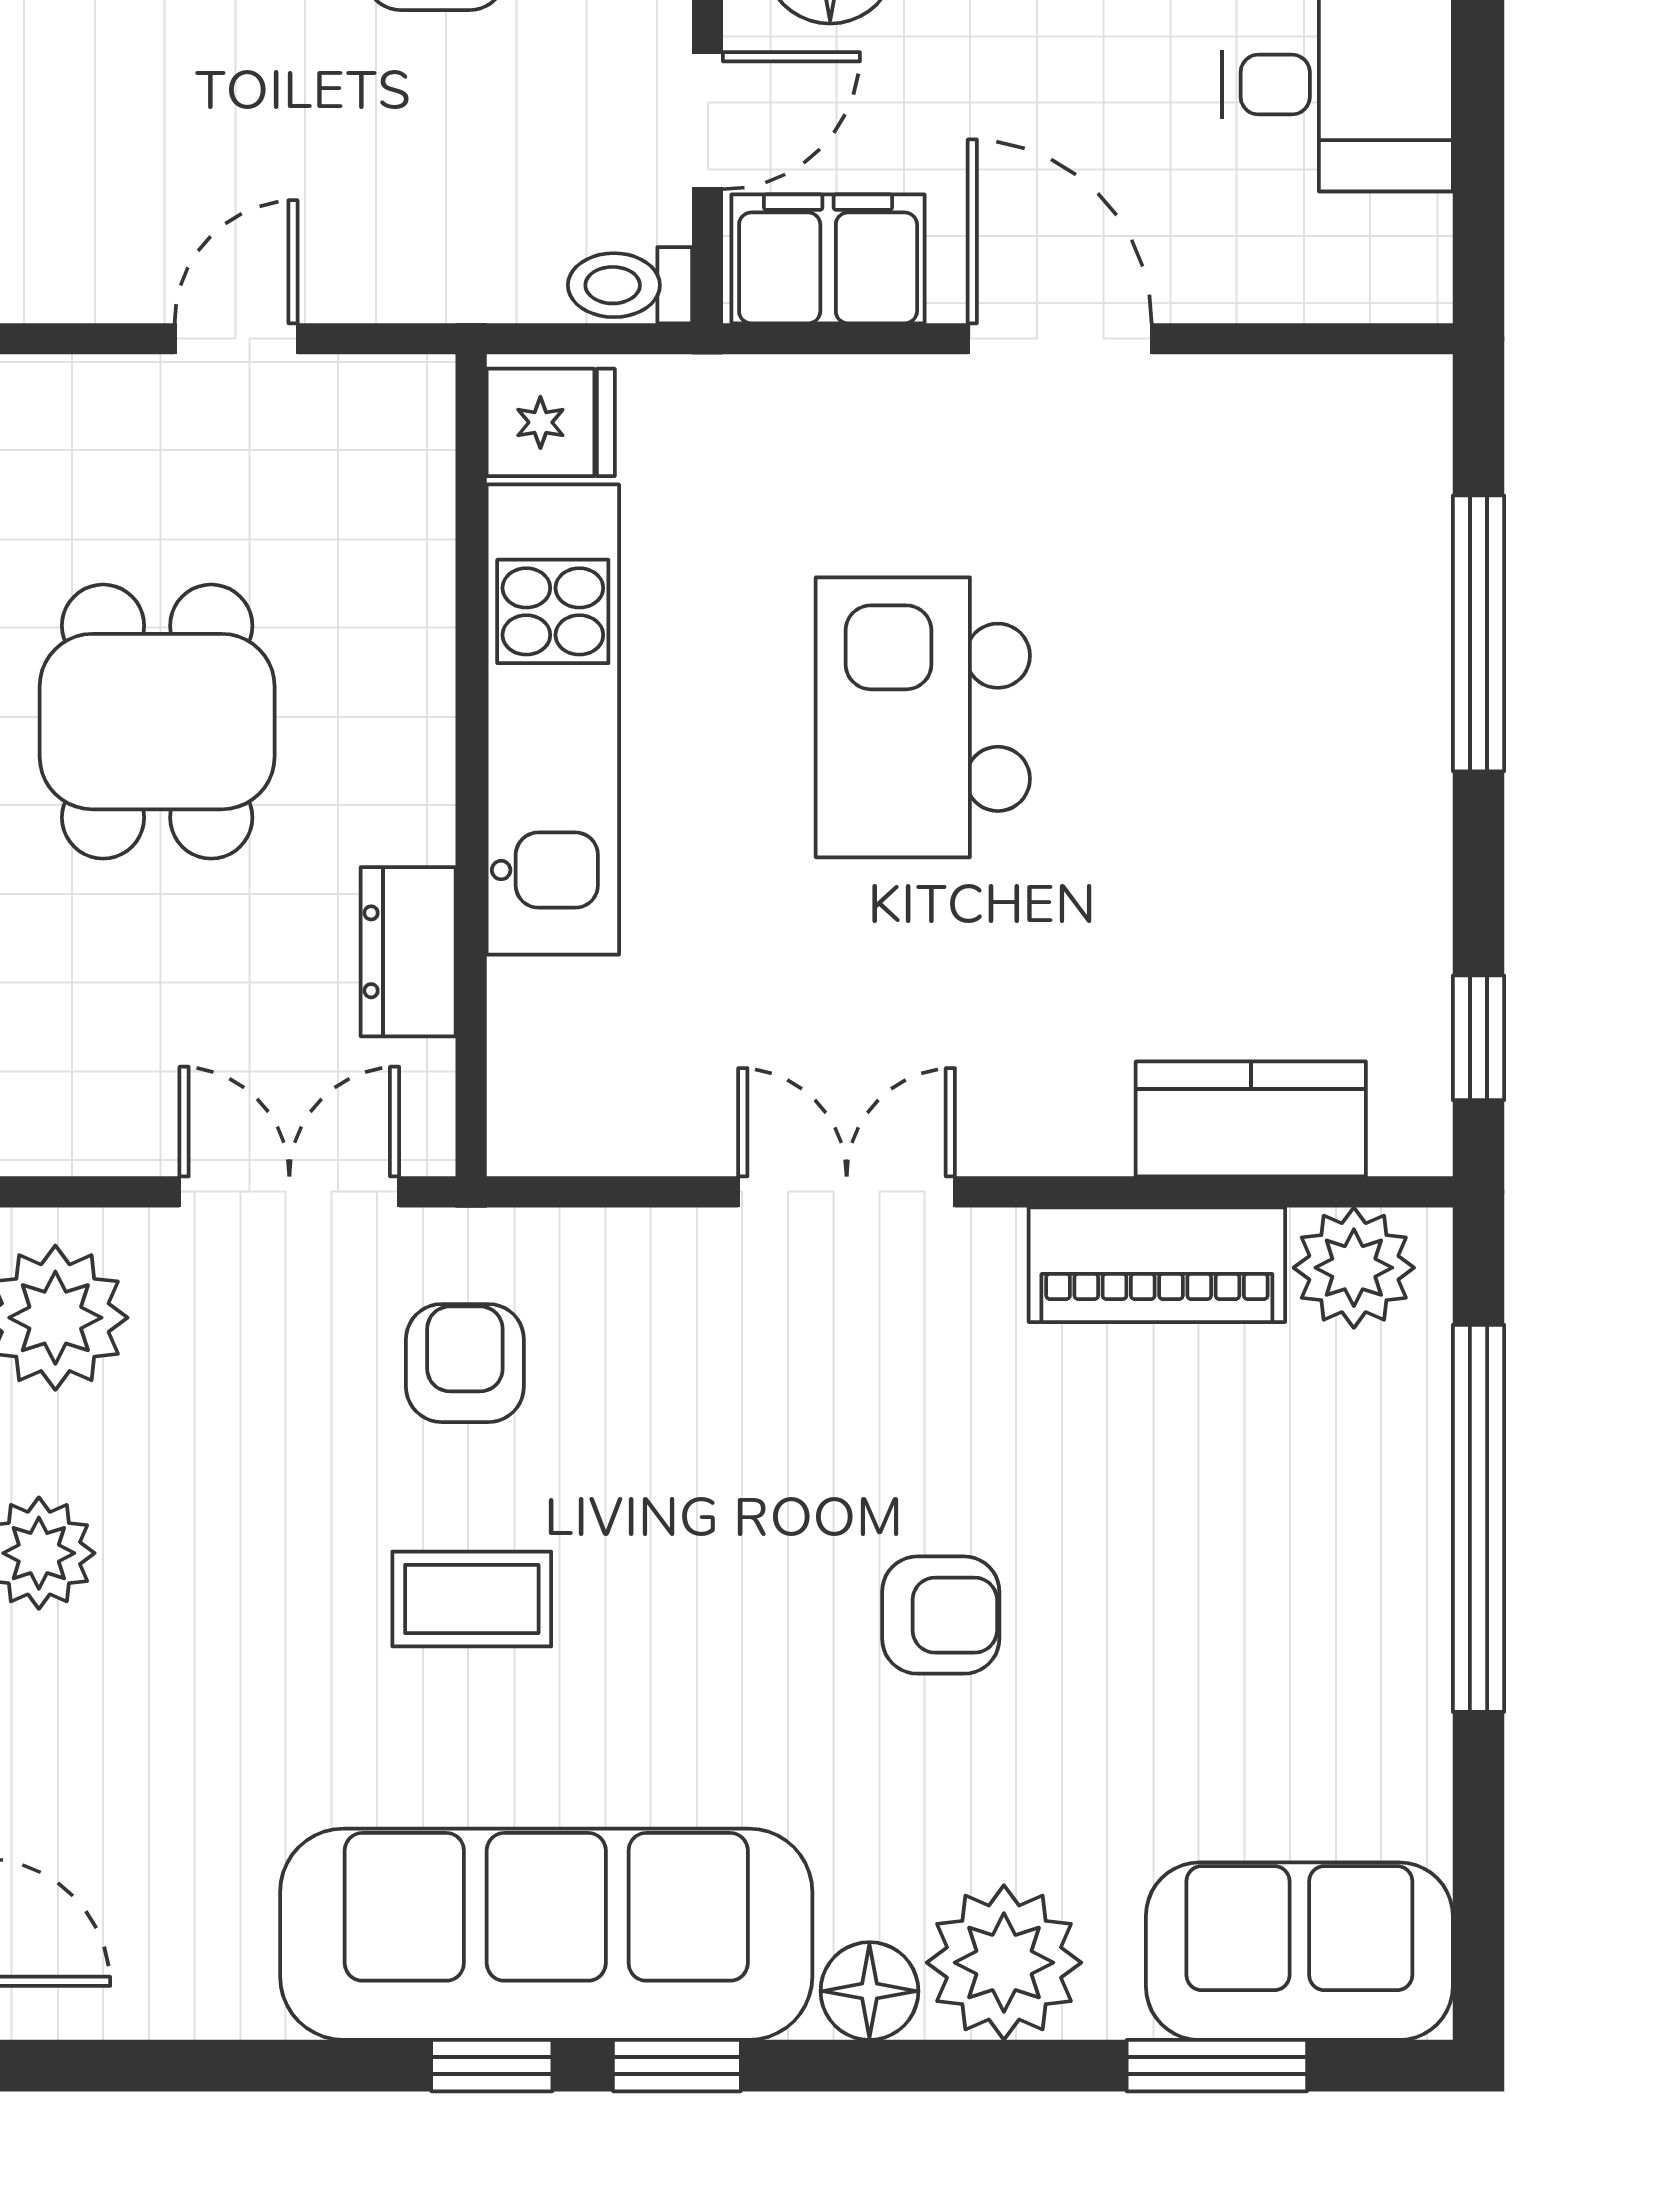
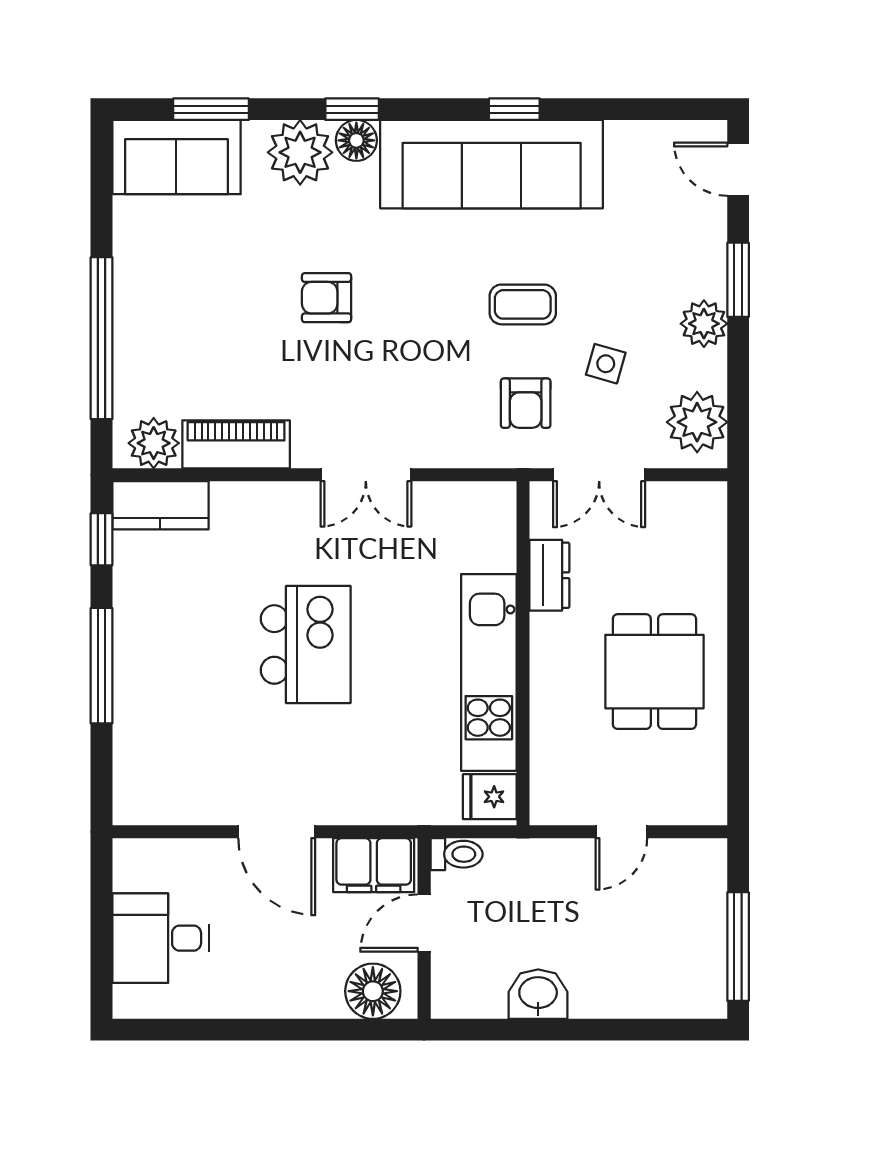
window: (1478, 633) -> (101, 666), moved
kitchen island: (923, 717) -> (306, 644), moved
kitchen counter: (1251, 1119) -> (160, 505), moved
side table: (273, 1457) -> (606, 364), added
window: (677, 2066) -> (352, 109), moved

